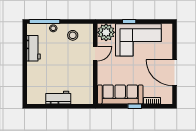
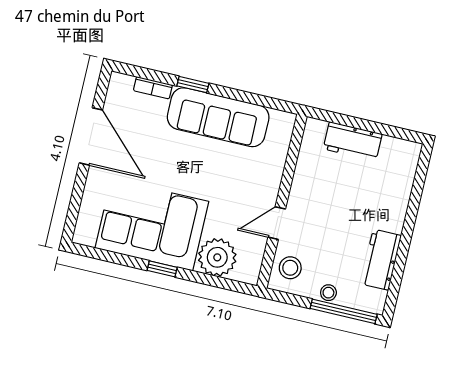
door: (95, 54) -> (277, 223), moved
wall: (95, 64) -> (282, 201), moved

